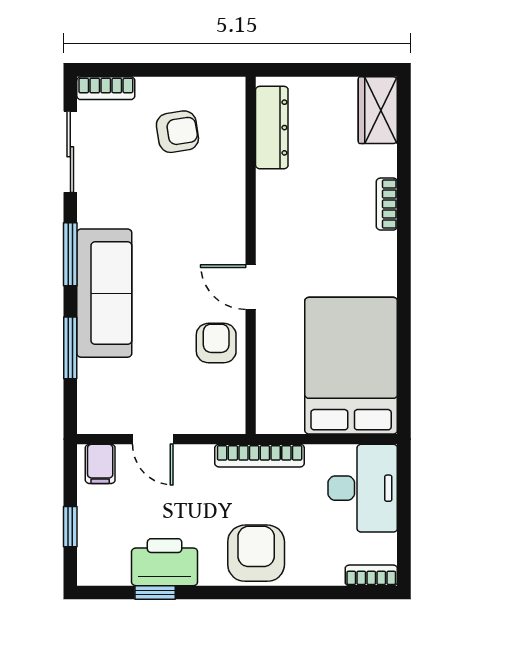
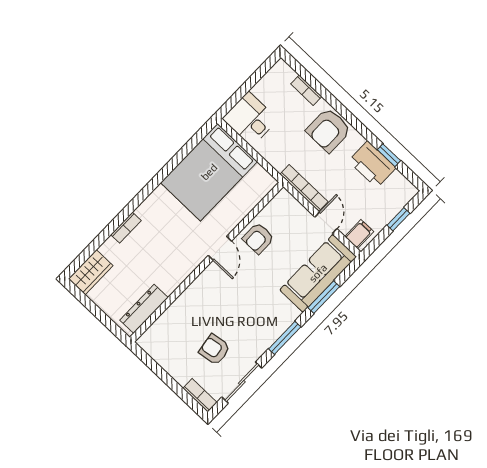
armchair: (177, 132) -> (215, 349), moved
sofa: (104, 293) -> (318, 273), moved
bookcase: (260, 456) -> (304, 188), moved
desk: (363, 488) -> (250, 119), width x0.73
bookcase: (371, 575) -> (306, 90), moved

